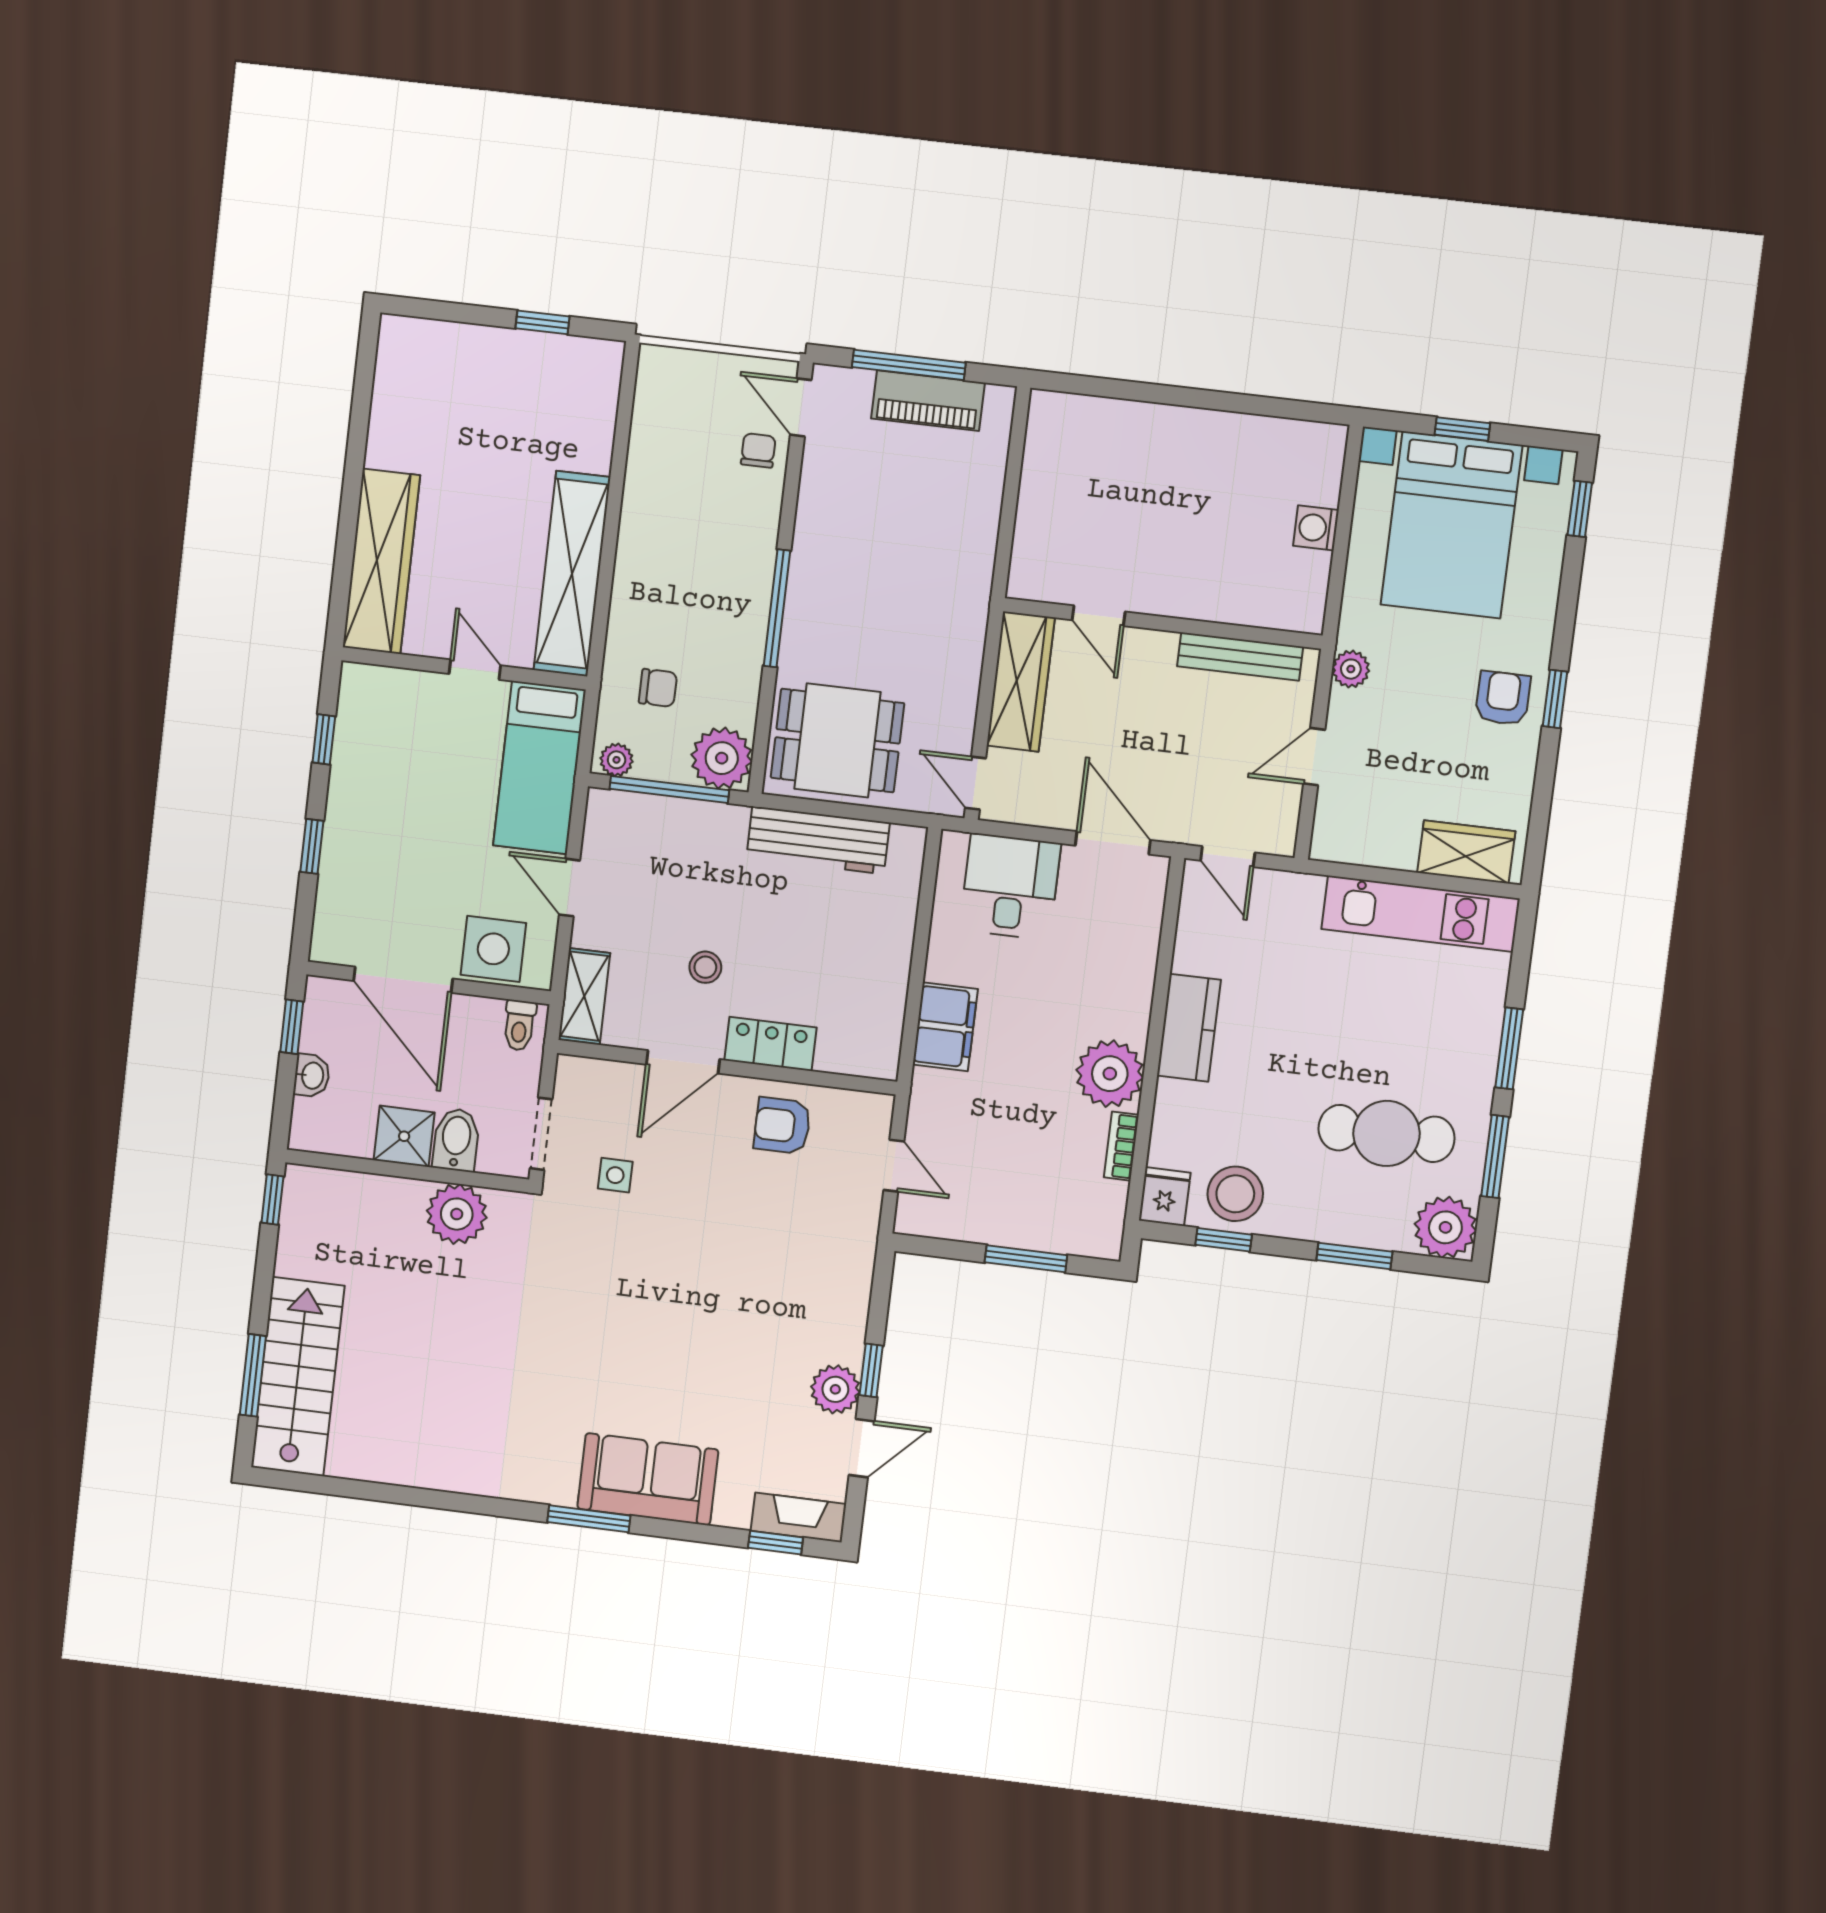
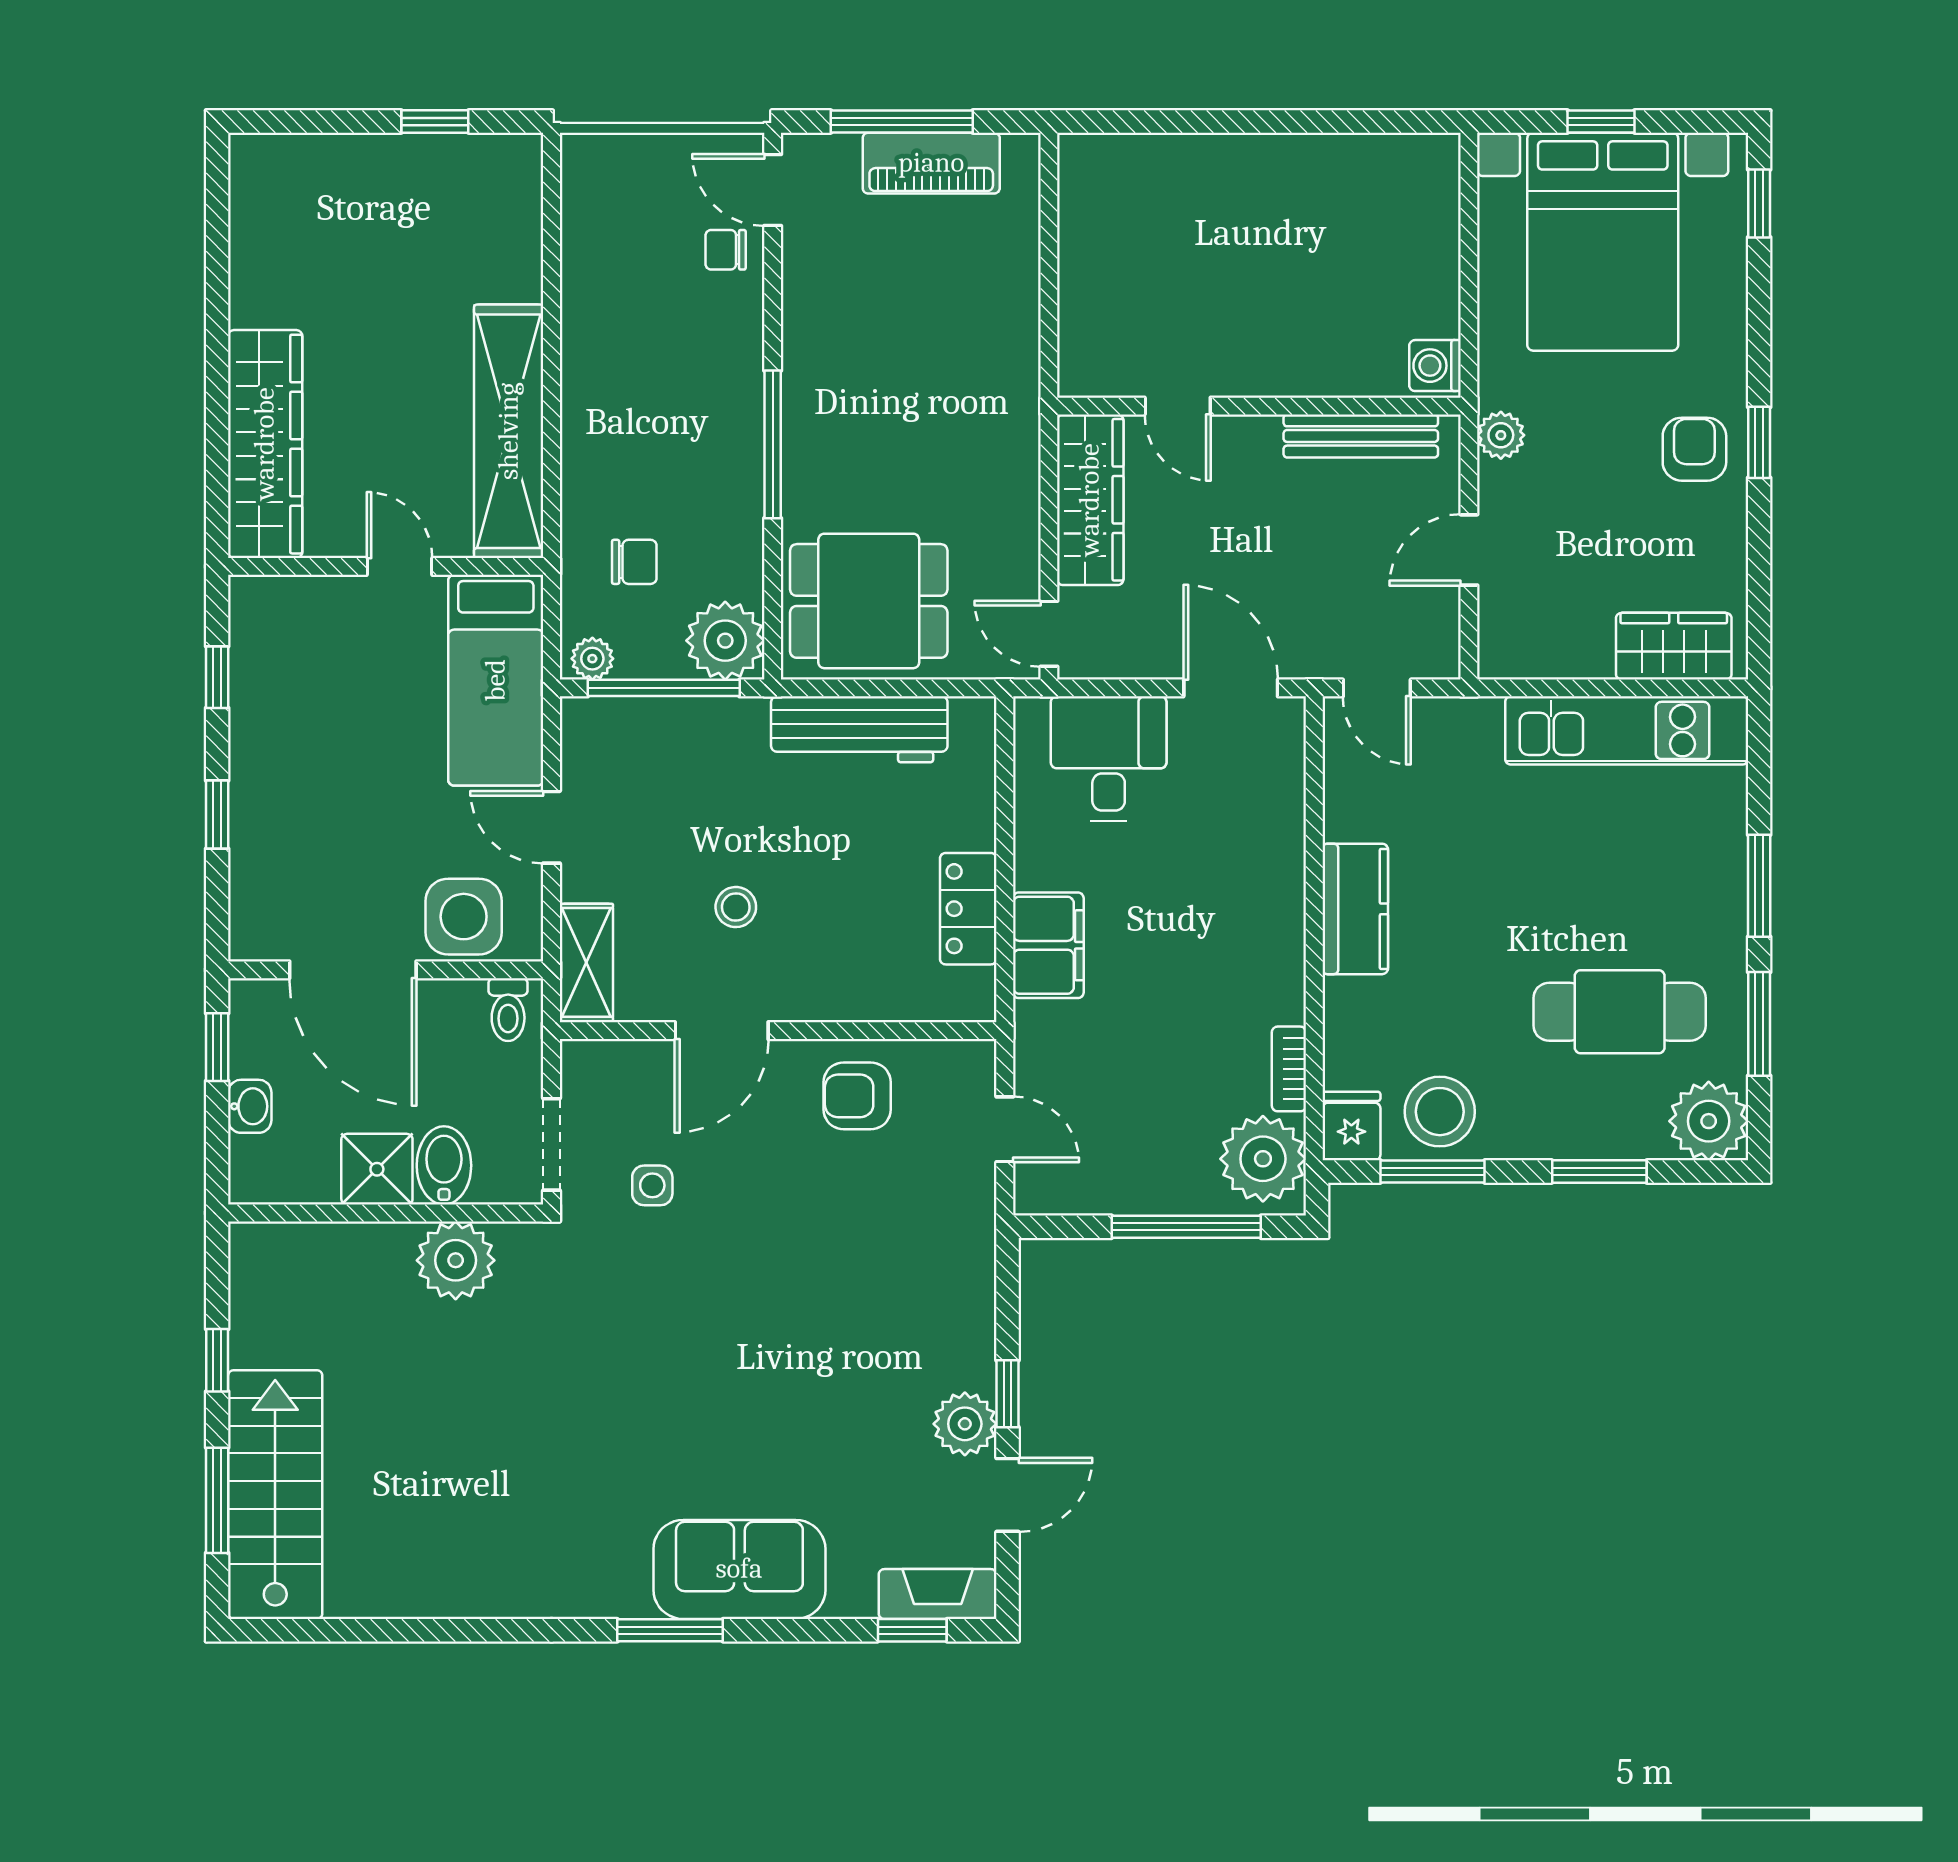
chair: (758, 450) -> (726, 250), turned -90
washing machine: (1316, 528) -> (1435, 366), moved
locker: (770, 1044) -> (968, 909), moved, turned -90
plant: (1110, 1074) -> (1263, 1159), moved
window: (272, 1200) -> (217, 1360), moved
window: (1224, 1240) -> (1432, 1172), width x1.50
window: (1026, 1259) -> (1186, 1227), width x1.44

